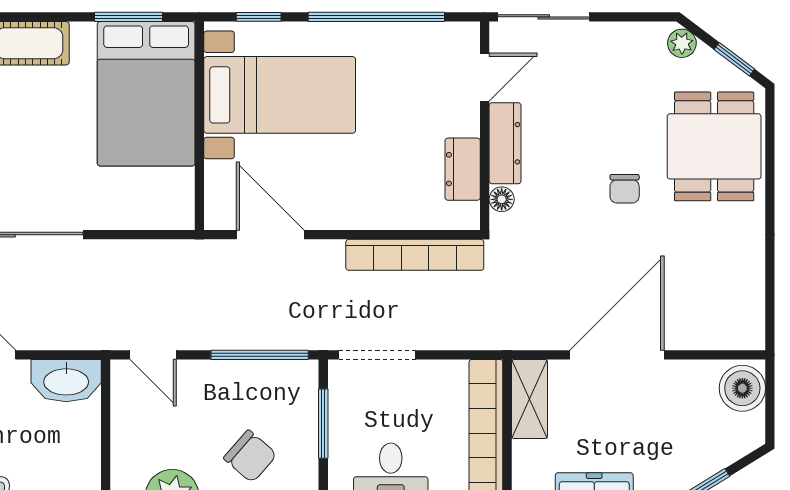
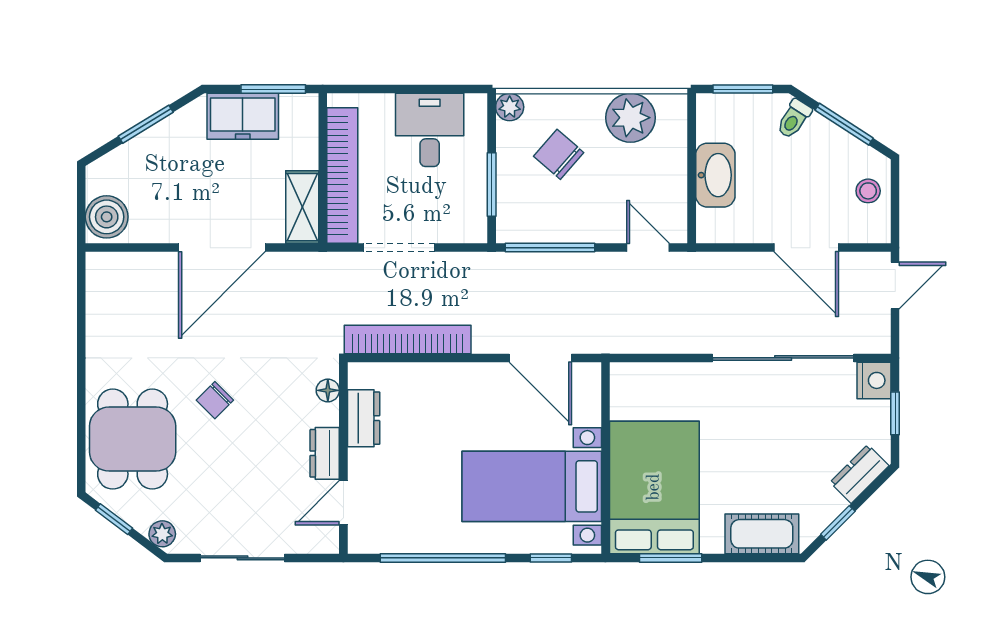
sliding door: (544, 17) -> (242, 558), moved
dresser: (505, 143) -> (325, 453), width x0.70
chair: (625, 189) -> (215, 400), turned -135
doorway: (377, 355) -> (399, 248), moved
washbasin: (66, 381) -> (715, 175), moved, turned 90

